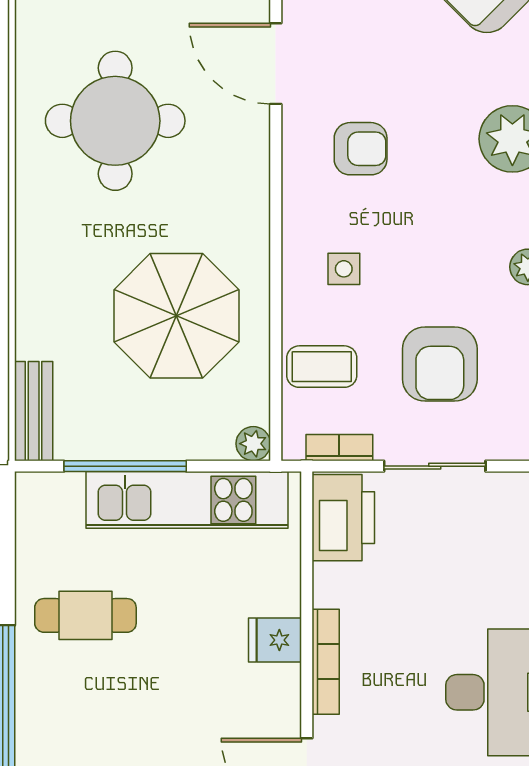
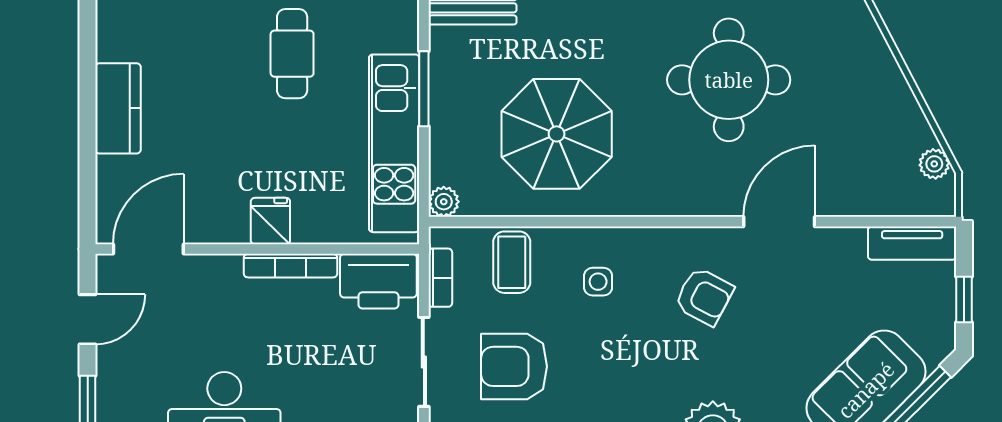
armchair: (361, 149) -> (704, 296), turned -62
window: (125, 466) -> (424, 89), width x0.69
bookcase: (326, 662) -> (291, 266), moved

